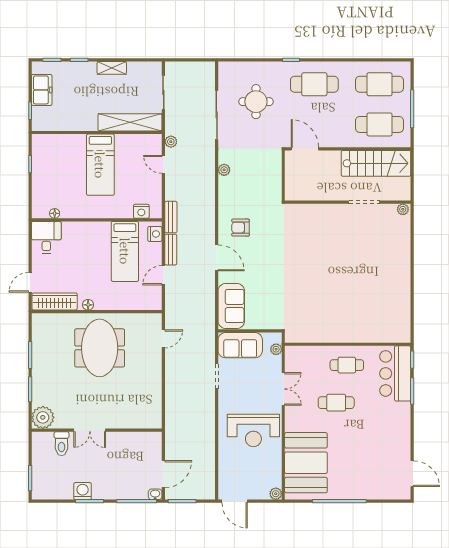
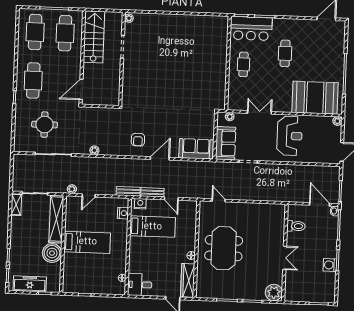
shelving: (112, 68) -> (16, 205), moved
freezer: (42, 90) -> (30, 284), width x1.40
boiler: (84, 118) -> (52, 253), added
meeting table: (100, 348) -> (224, 248), turned 90
cafe table: (336, 403) -> (285, 53), moved
toilet: (62, 444) -> (296, 226), moved

